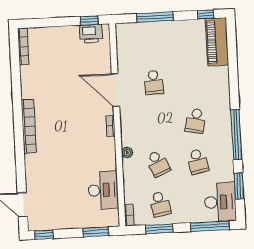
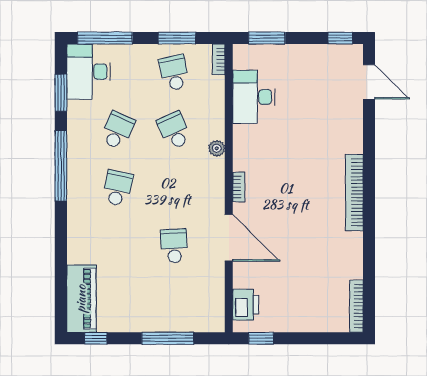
printer: (91, 34) -> (246, 305), moved, turned 90
school desk: (198, 162) -> (118, 131), turned 36

